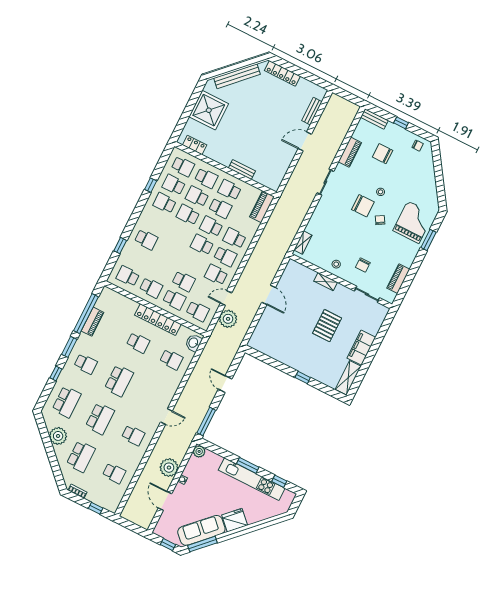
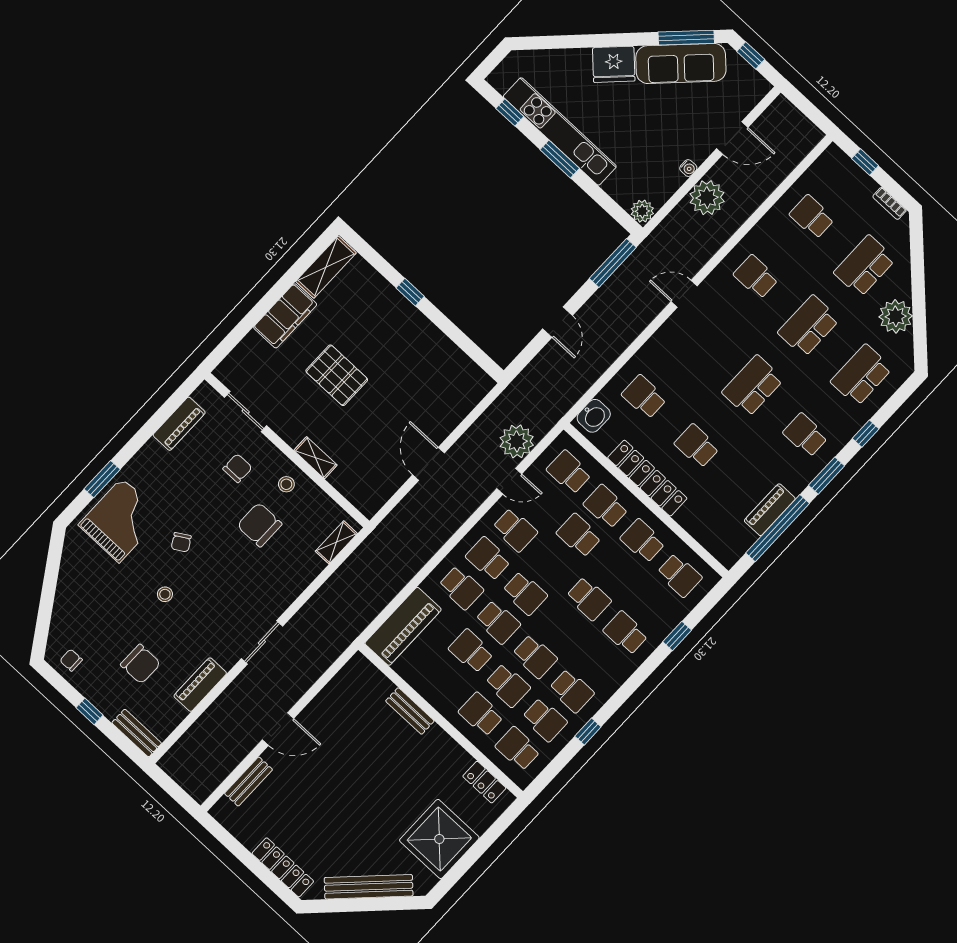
school desk: (230, 190) -> (589, 599), moved
chair: (363, 206) -> (259, 525), moved
piano: (262, 207) -> (403, 626), width x1.37, depth x1.33
grand piano: (413, 222) -> (121, 520), turned 180
pallet: (327, 326) -> (337, 375), turned 90
door: (165, 501) -> (732, 138), hinge flipped

